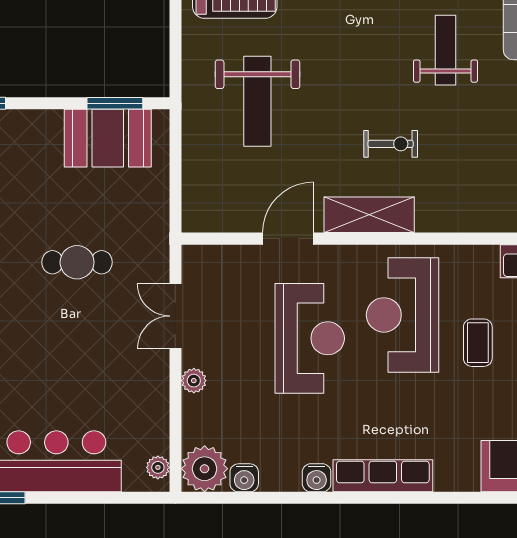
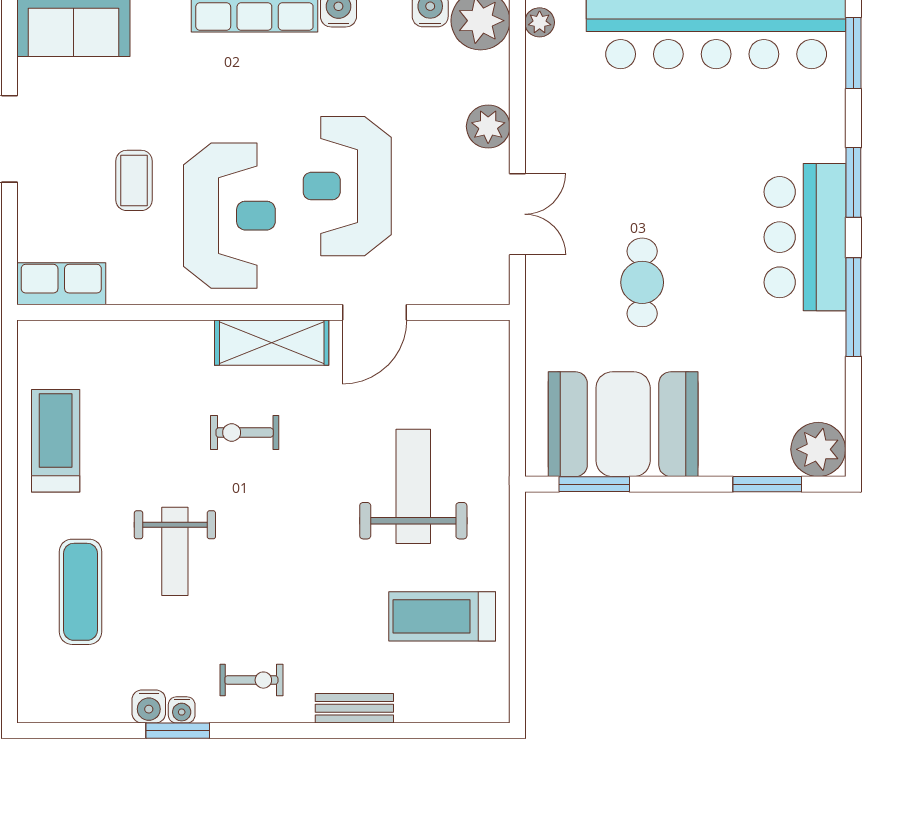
booth: (108, 138) -> (623, 424), width x1.36, depth x1.42
cafe table: (77, 262) -> (642, 282), turned 90
plant: (194, 381) -> (488, 126), width x1.38, depth x1.38

